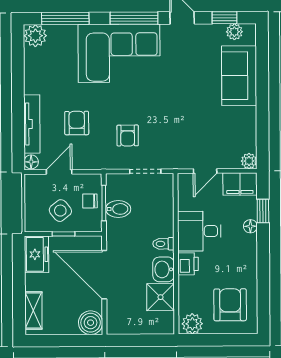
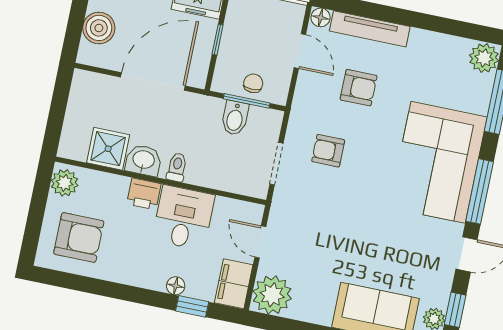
plant: (249, 161) -> (272, 295), width x1.88, depth x1.88
side table: (60, 211) -> (249, 42), removed
boiler: (91, 323) -> (99, 28), moved

